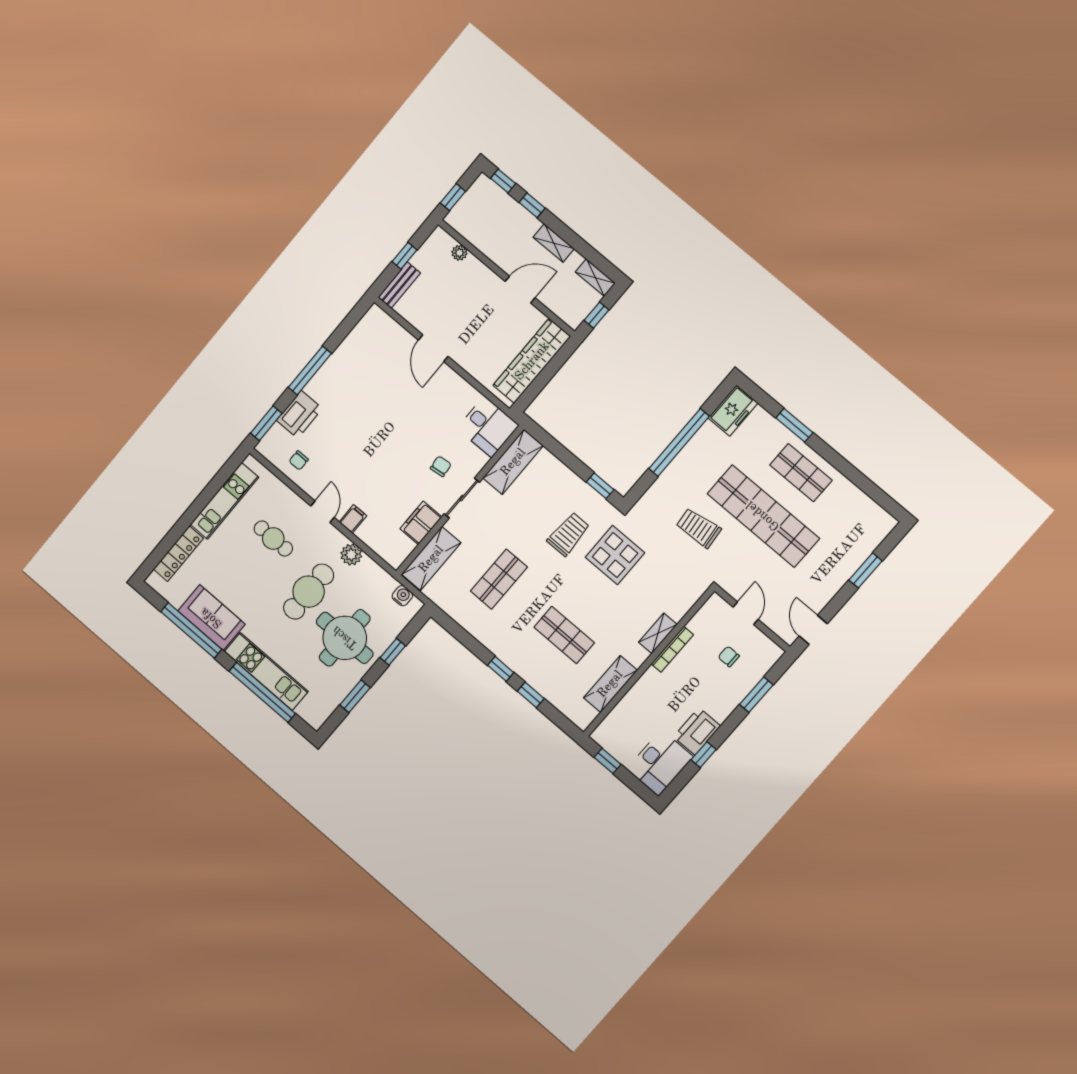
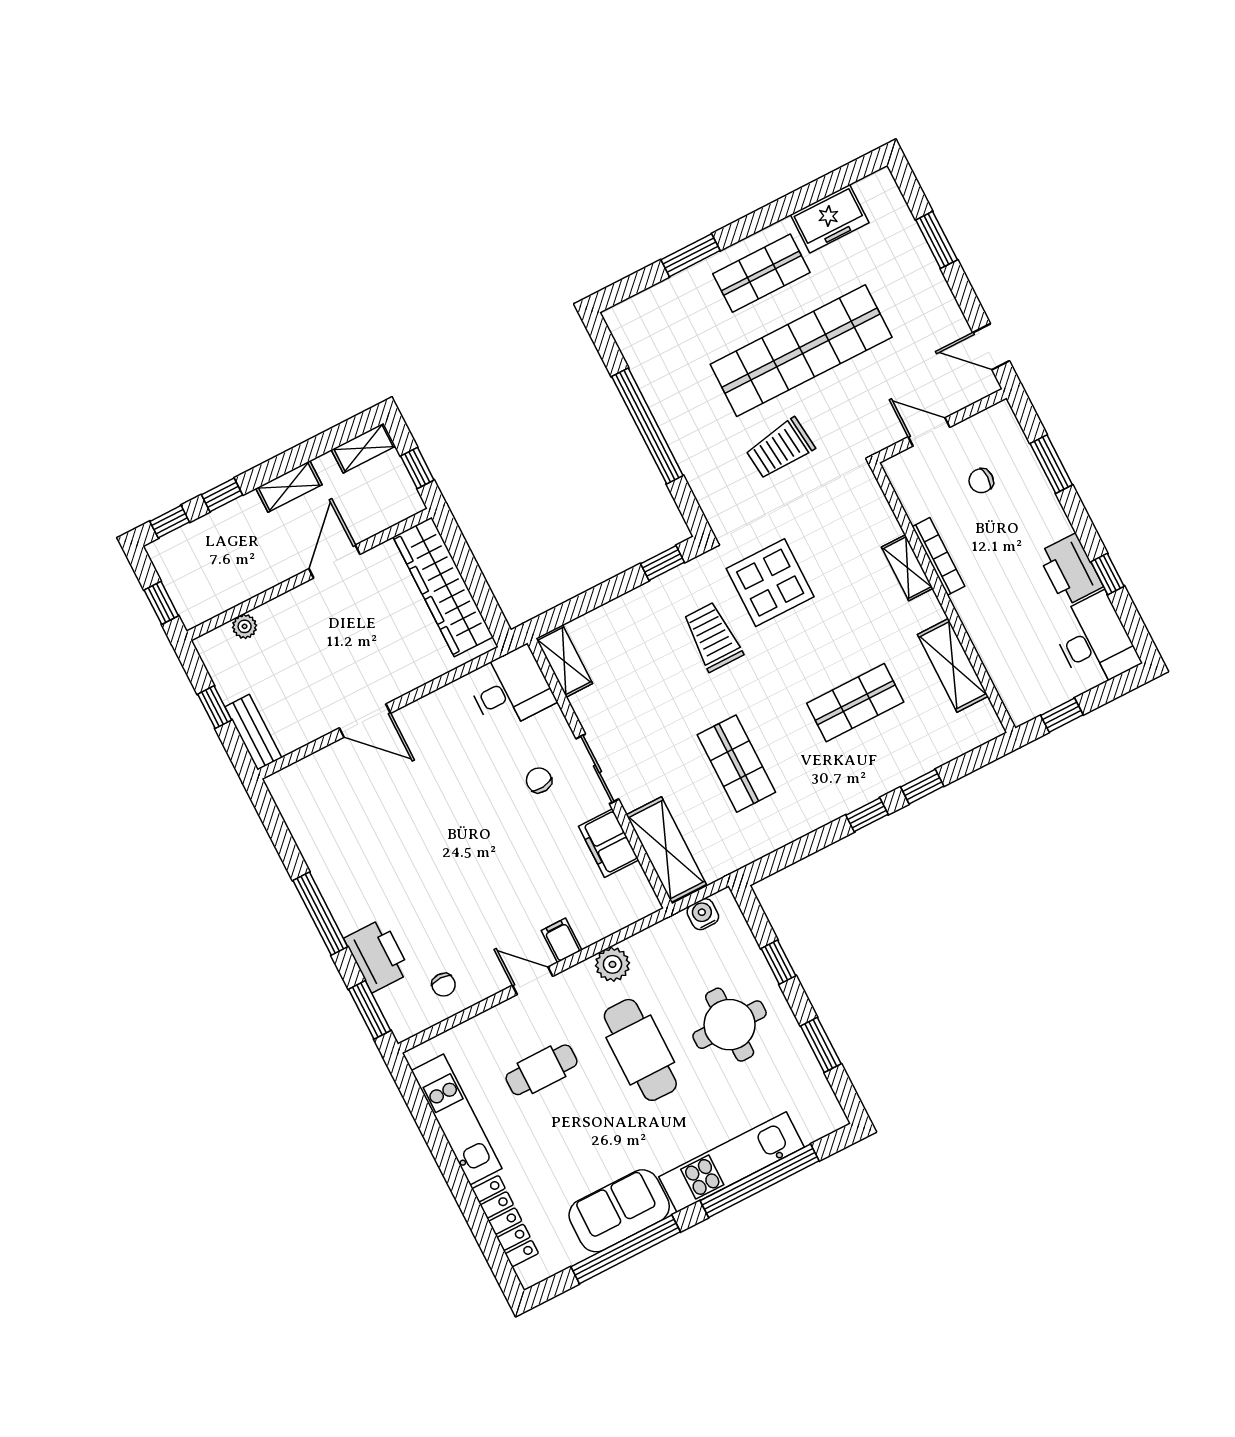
freezer: (733, 411) -> (830, 219), moved, turned 90
shelving: (513, 462) -> (564, 661), width x0.67, depth x0.75
round table: (345, 638) -> (730, 1025), width x0.73, depth x0.73

